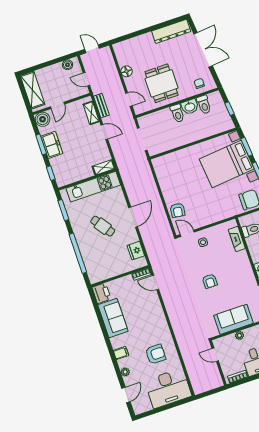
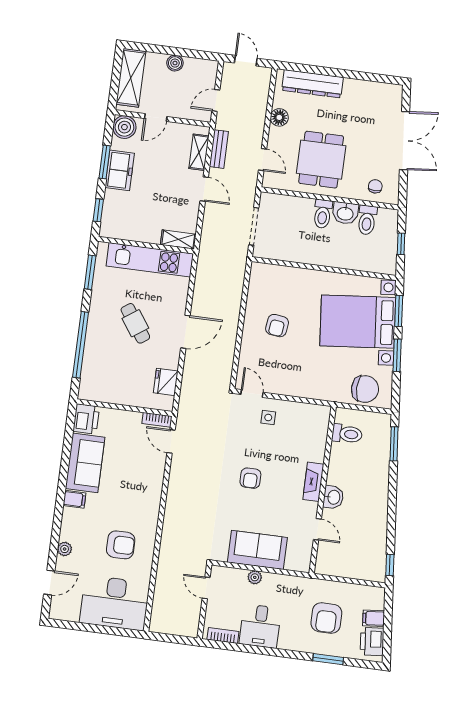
dresser: (171, 31) -> (312, 84), moved
boiler: (68, 65) -> (175, 63), moved
door: (86, 79) -> (216, 100), hinge flipped
armchair: (178, 210) -> (277, 326), moved
fireplace: (237, 239) -> (313, 482), moved
filing cabinet: (121, 353) -> (74, 499), moved

